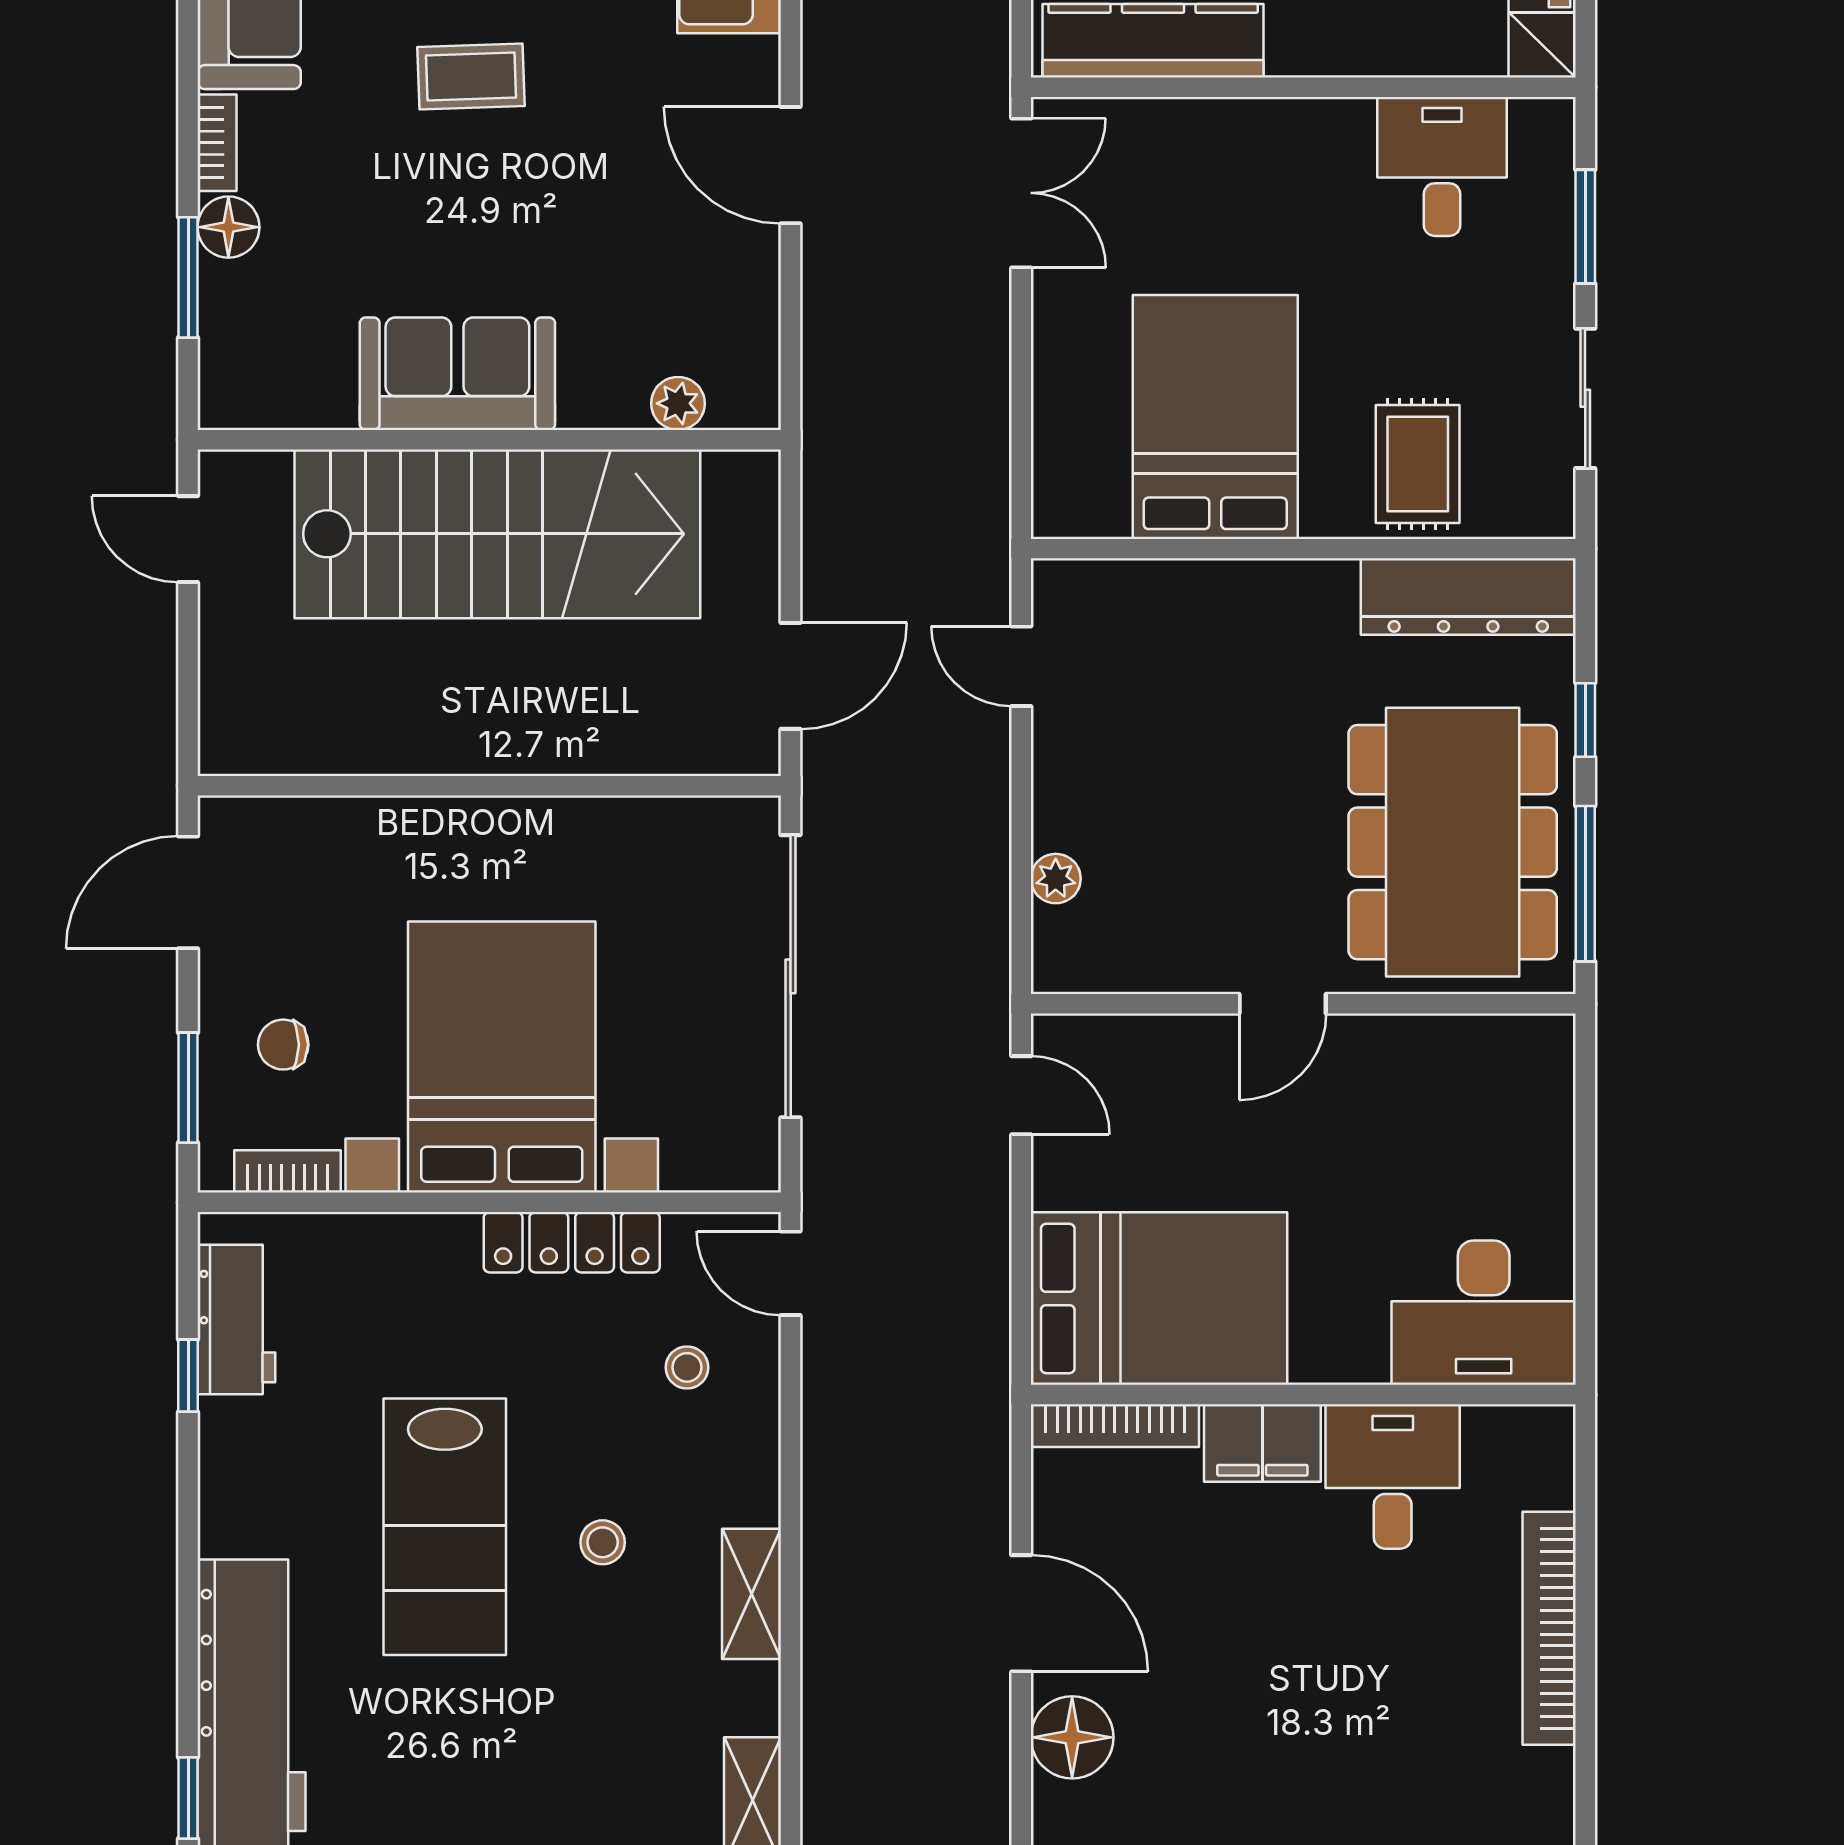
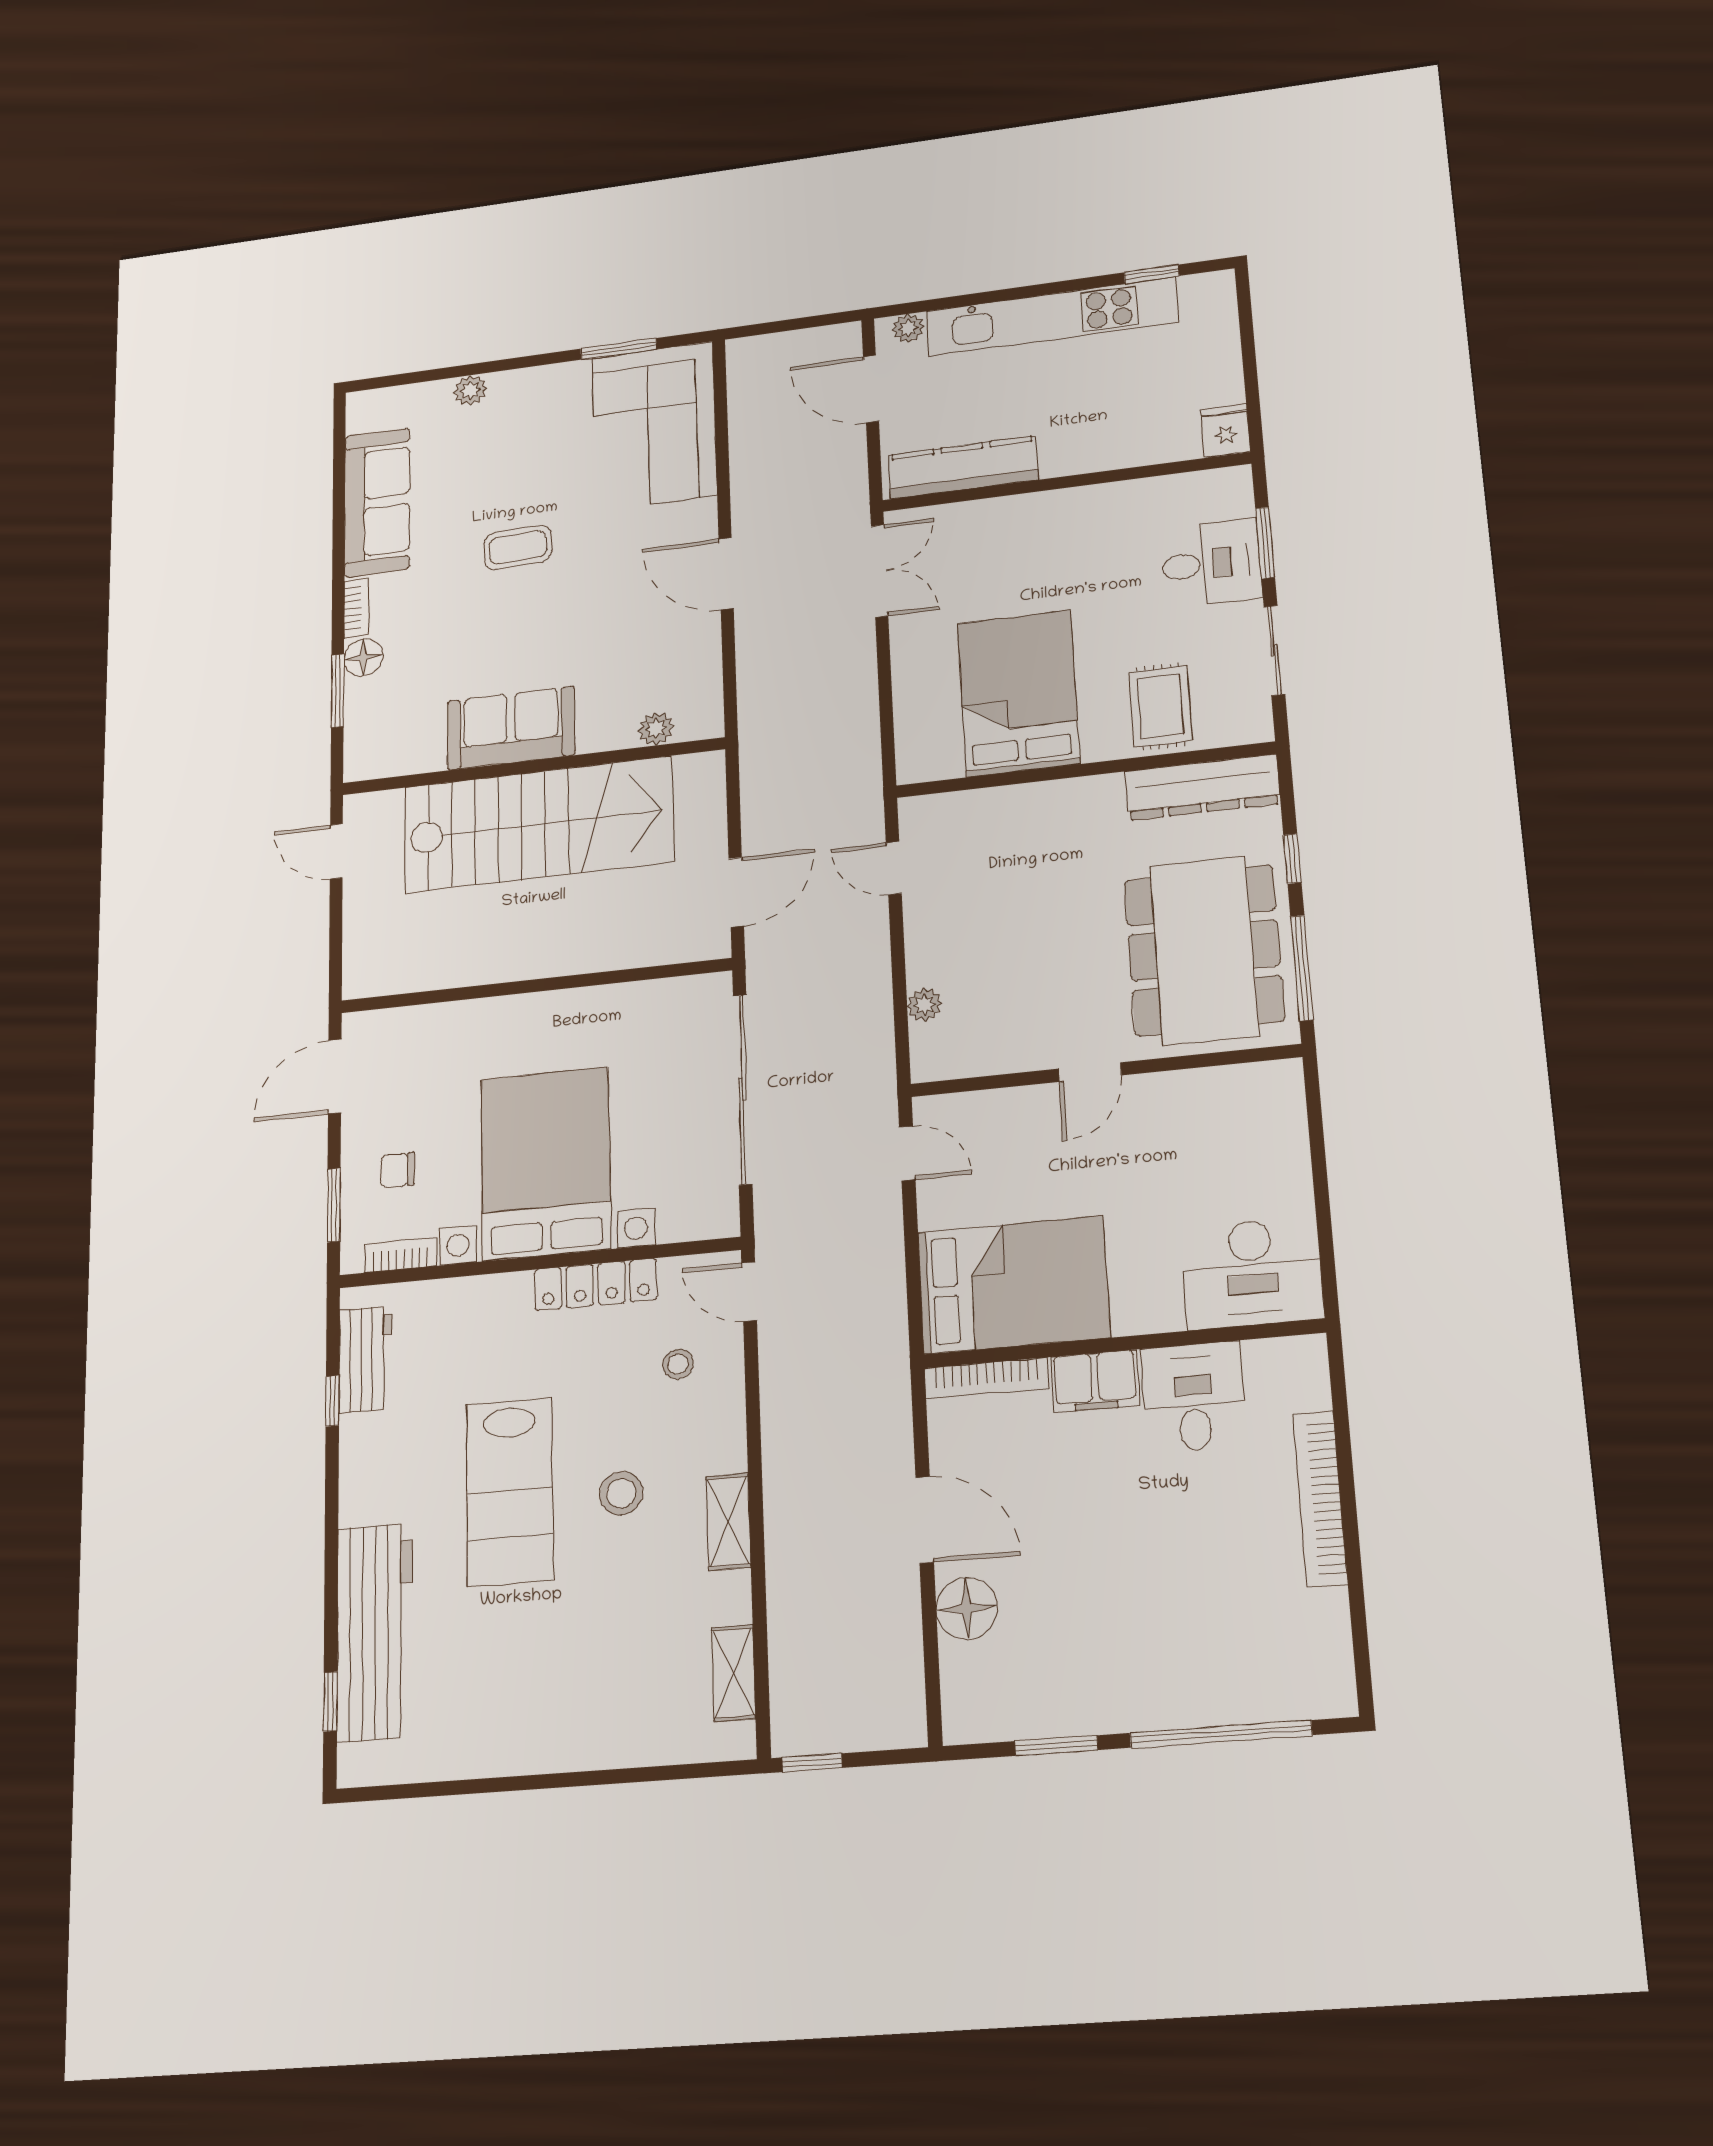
desk: (1442, 166) -> (1211, 563), moved, turned 90
stool: (603, 1542) -> (621, 1493), width x1.37, depth x1.37

